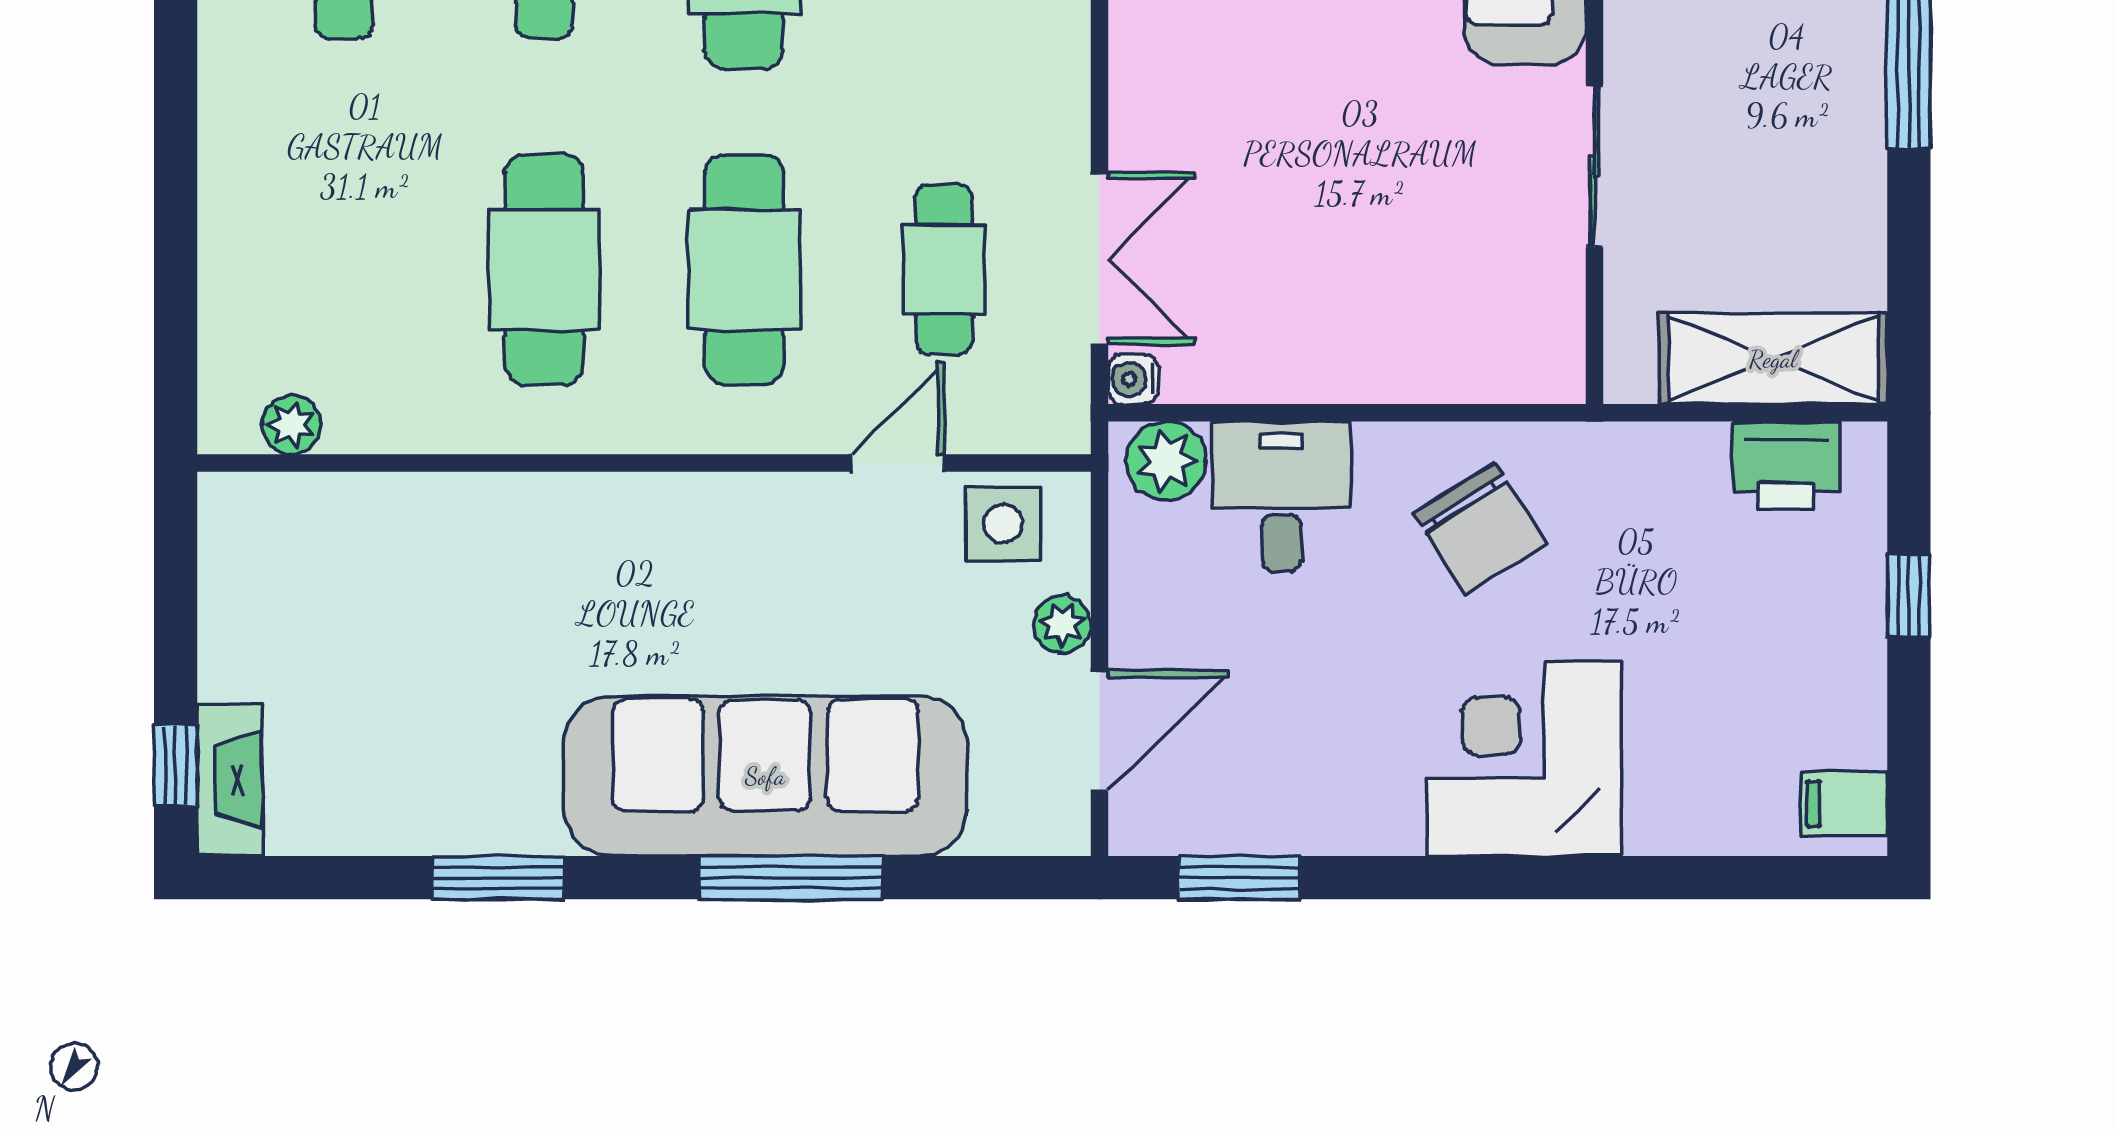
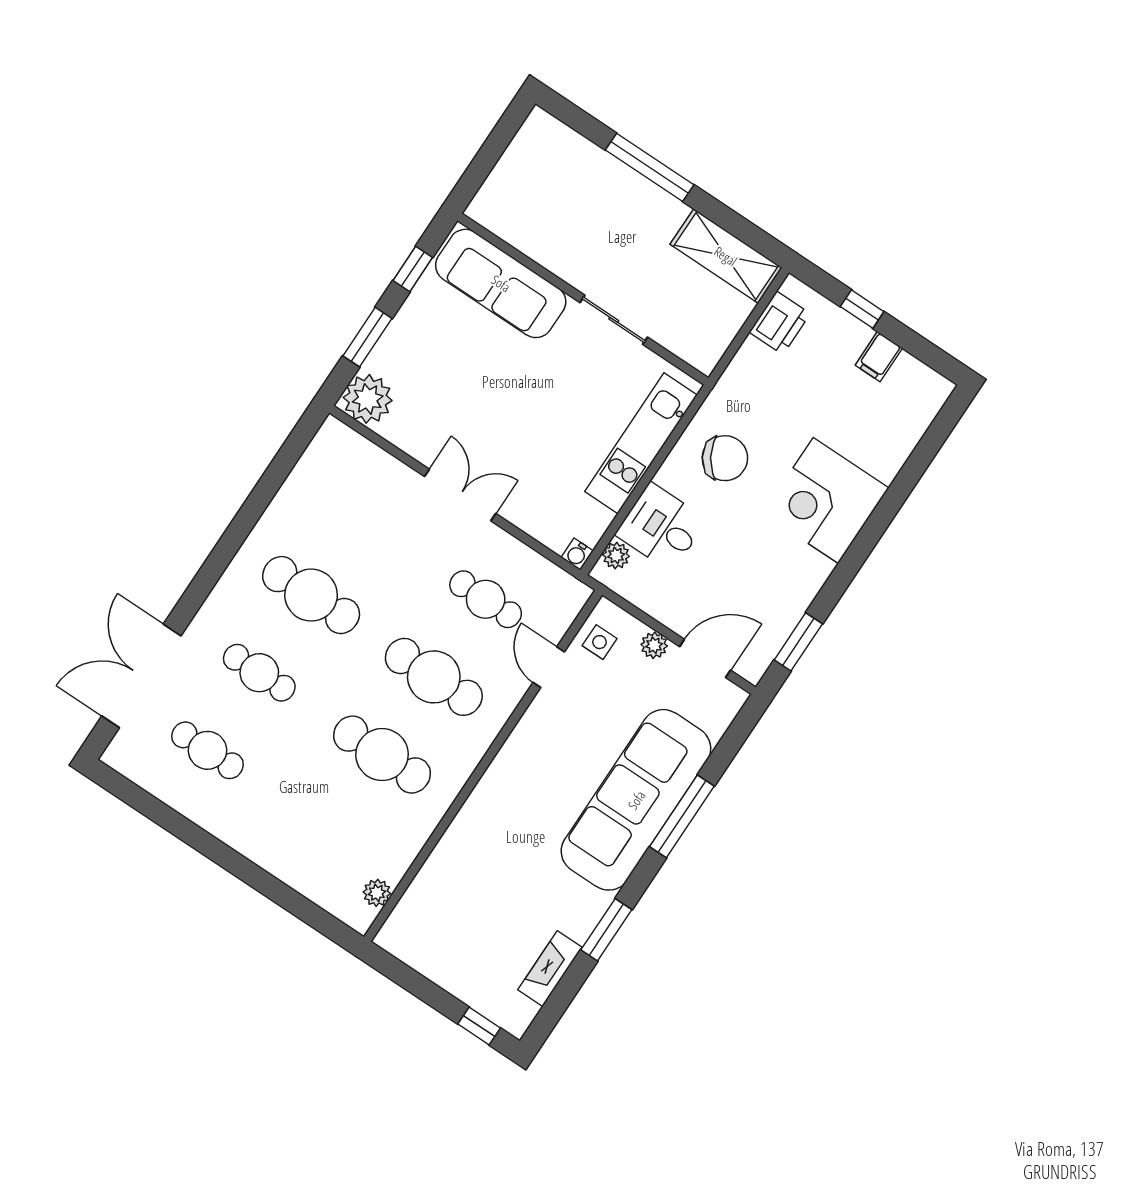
double door: (1100, 258) -> (460, 495), moved
shelving: (1773, 359) -> (726, 256), moved, turned 90
kitchen unit: (1407, 361) -> (641, 443), added
plant: (1166, 461) -> (616, 555), width x0.73, depth x0.73
side table: (1003, 524) -> (600, 642), width x0.73, depth x0.73
door: (1100, 731) -> (705, 658), hinge flipped
fireplace: (230, 780) -> (550, 969), moved, turned -90
filing cabinet: (1844, 804) -> (879, 357), moved

